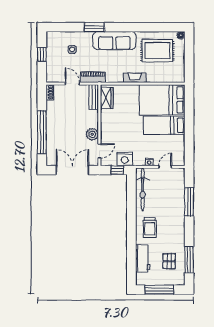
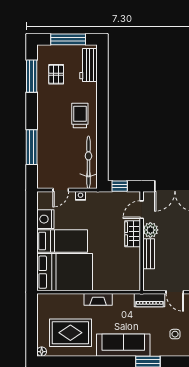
bench: (94, 97) -> (149, 254), moved
wardrobe: (107, 98) -> (133, 234), moved
nightstand: (125, 159) -> (45, 219), moved, turned -90
workbench: (143, 258) -> (88, 65), moved

